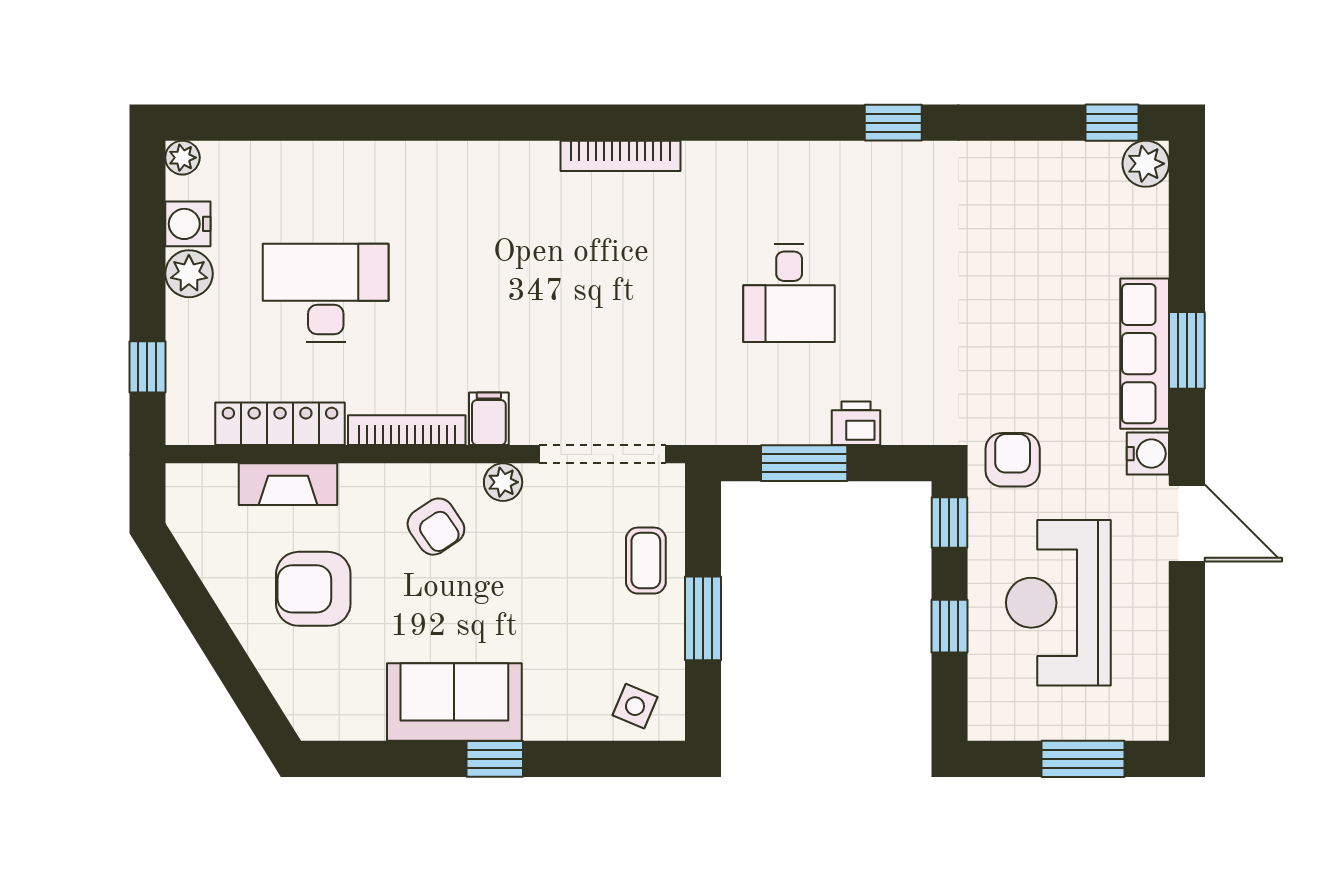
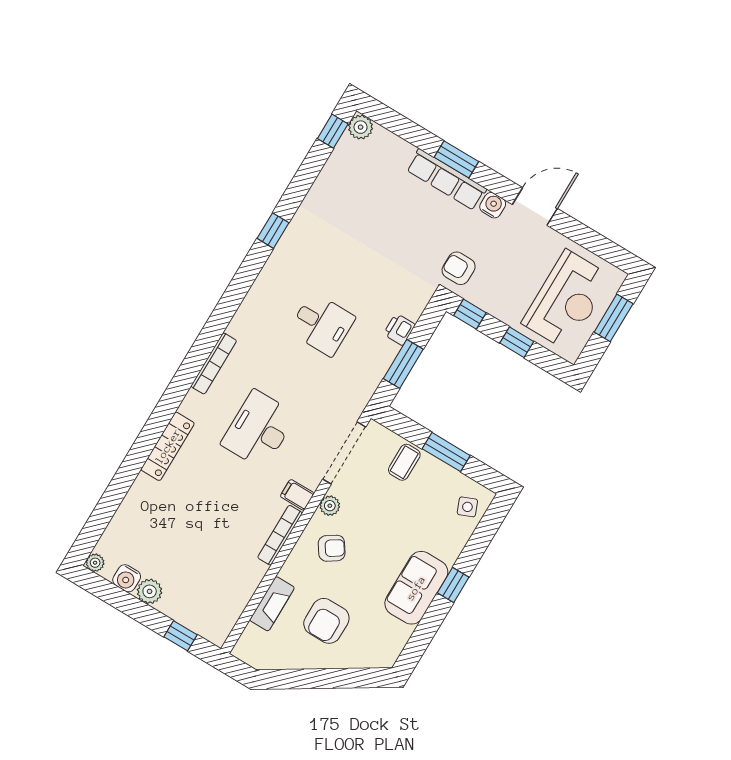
desk: (326, 293) -> (259, 429), moved
locker: (280, 424) -> (168, 446), moved, turned 180
coffee table: (646, 561) -> (404, 462), turned 90
reception desk: (1058, 603) -> (567, 300), moved, turned -90
side table: (635, 706) -> (467, 507), turned 45

